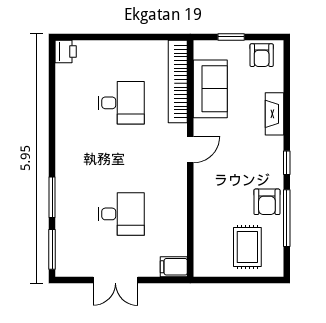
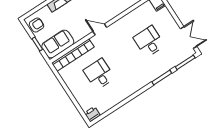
sofa: (210, 89) -> (58, 44), moved
double door: (115, 280) -> (189, 38), moved

